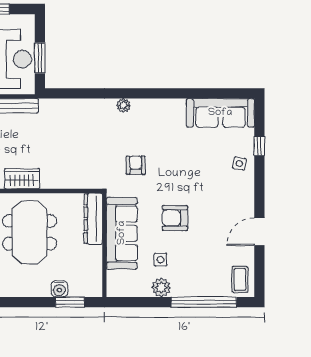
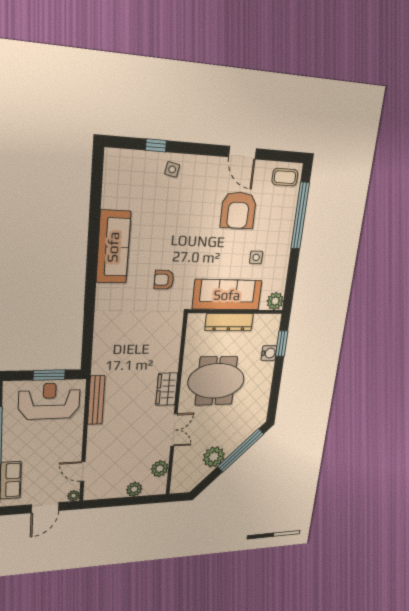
plant: (123, 106) -> (103, 291), removed
sofa: (220, 113) -> (113, 247), moved
armchair: (175, 218) -> (238, 210), moved, width x1.36, depth x1.36
dresser: (93, 219) -> (229, 322), moved
plant: (161, 288) -> (275, 301), moved

